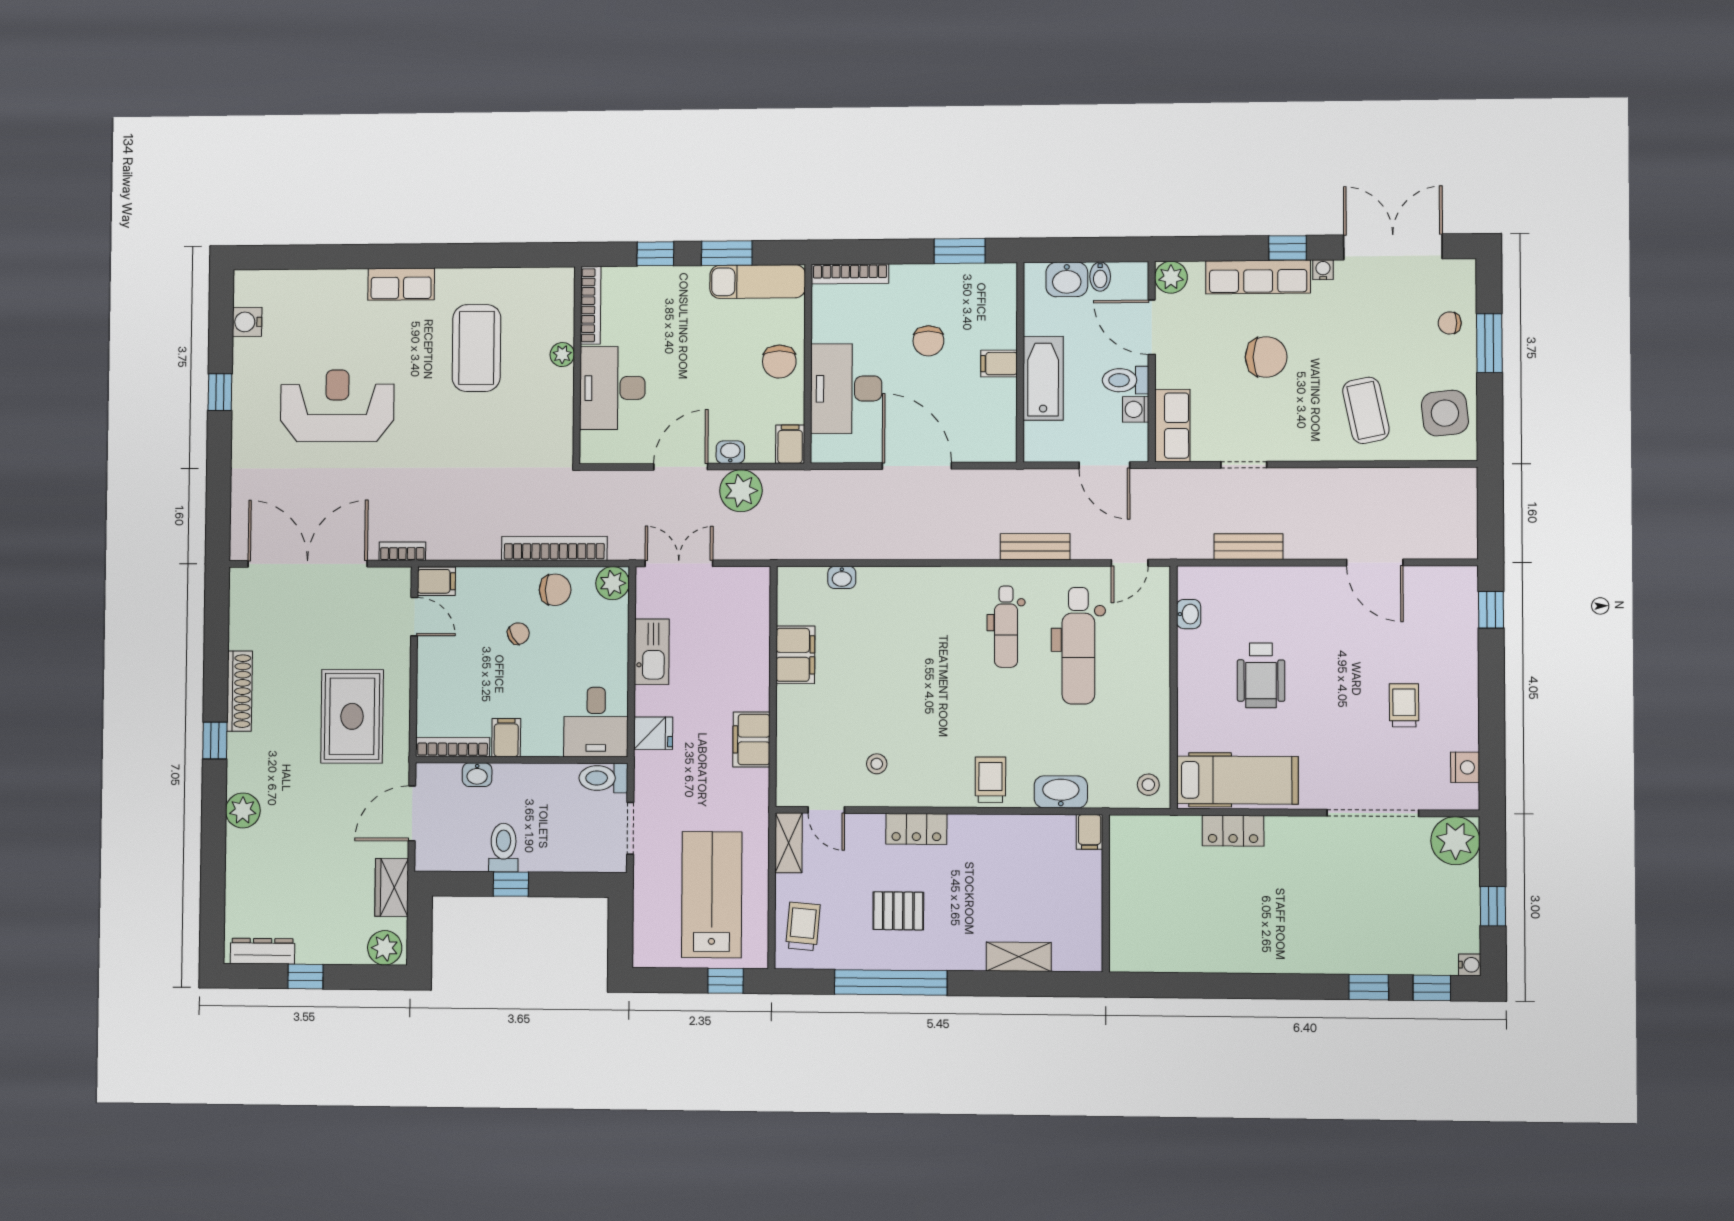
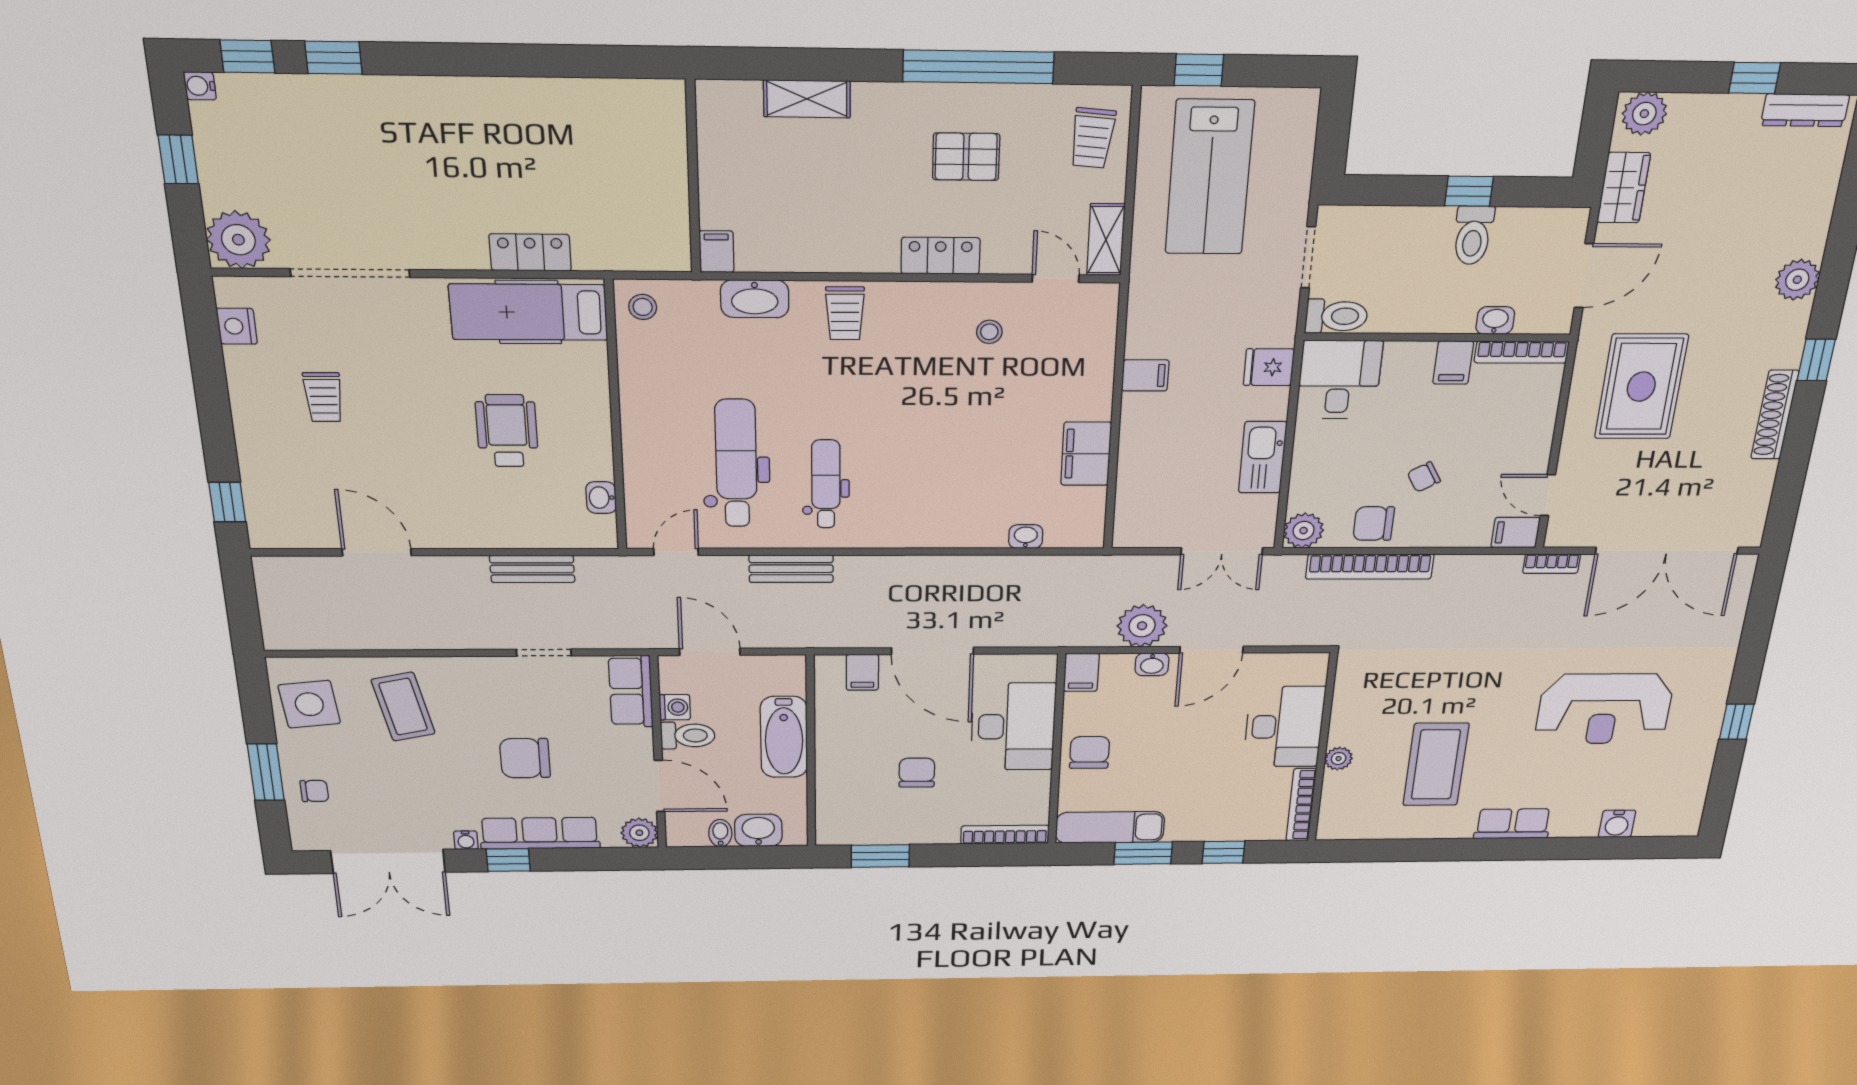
water cooler: (247, 322) -> (1617, 824), moved, turned 90
filing cabinet: (999, 364) -> (862, 672), moved, turned 90
filing cabinet: (751, 739) -> (1145, 375), width x0.50

